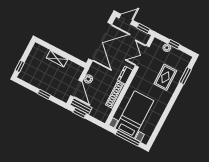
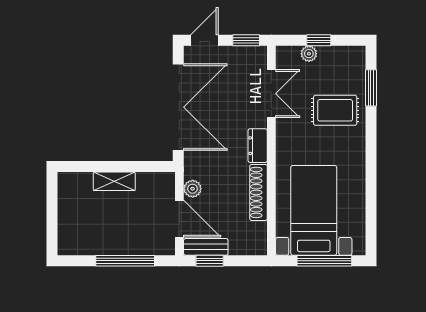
double door: (142, 56) -> (271, 94), swing flipped
window: (20, 66) -> (52, 232), removed
rug: (165, 77) -> (335, 110), turned 90
window: (44, 94) -> (125, 261), width x2.17

